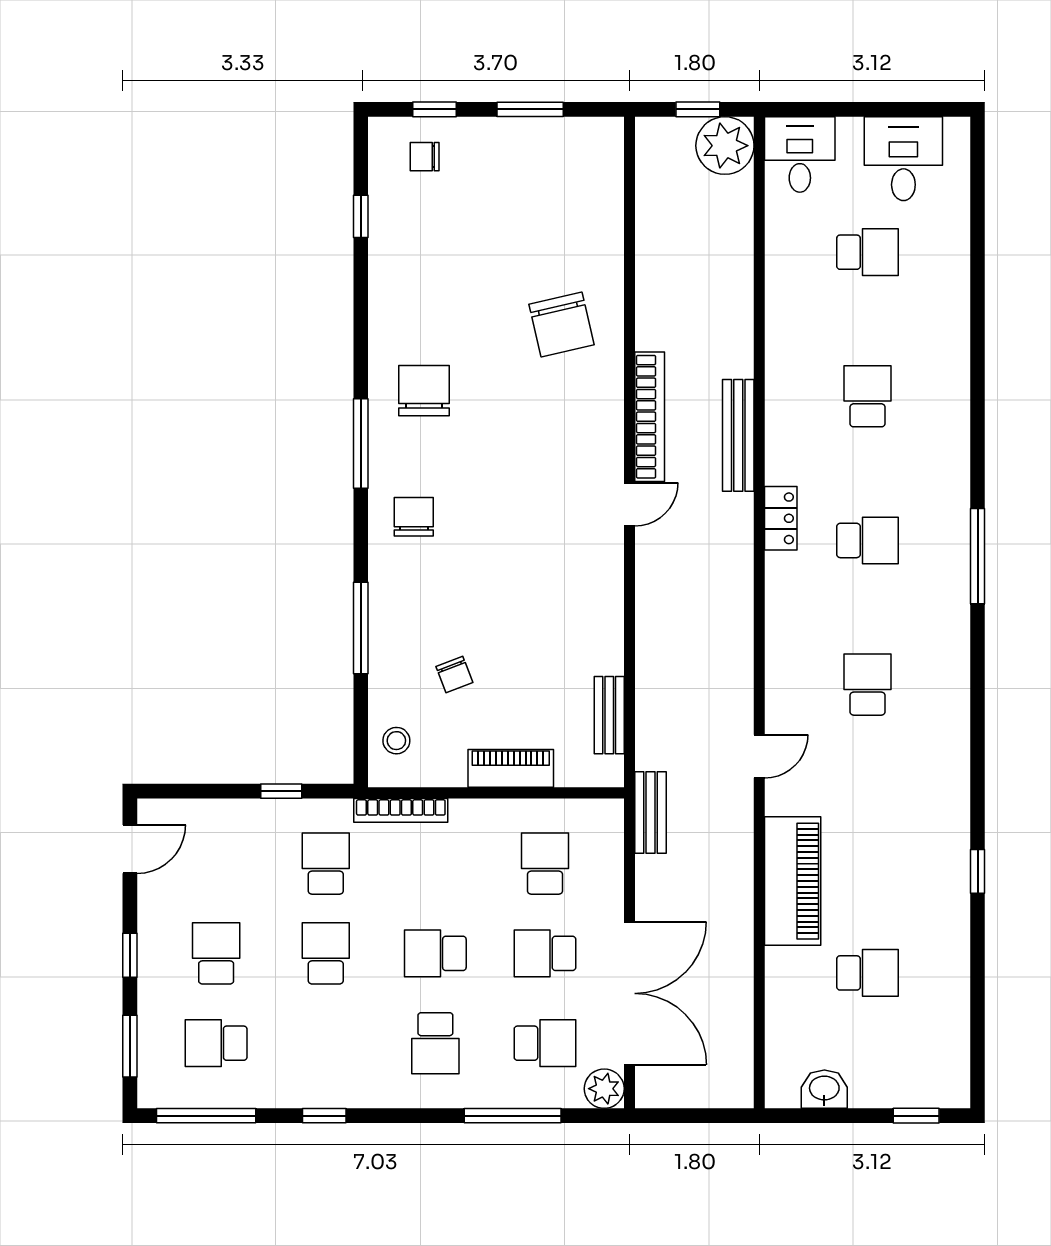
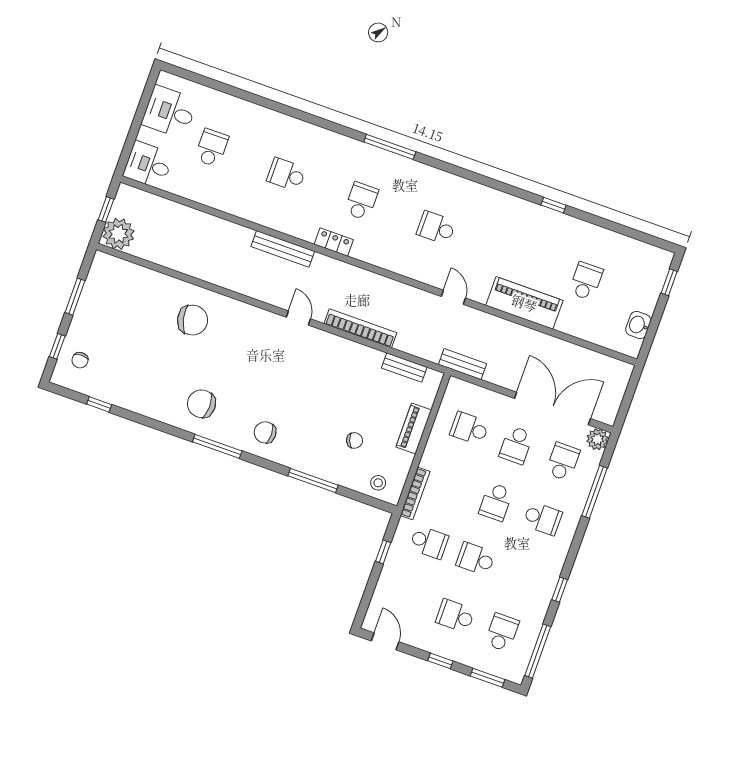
plant: (725, 146) -> (118, 234), moved
bookcase: (650, 417) -> (360, 328), moved
school desk: (326, 864) -> (429, 542), turned 180
school desk: (216, 1043) -> (502, 632), turned 180

